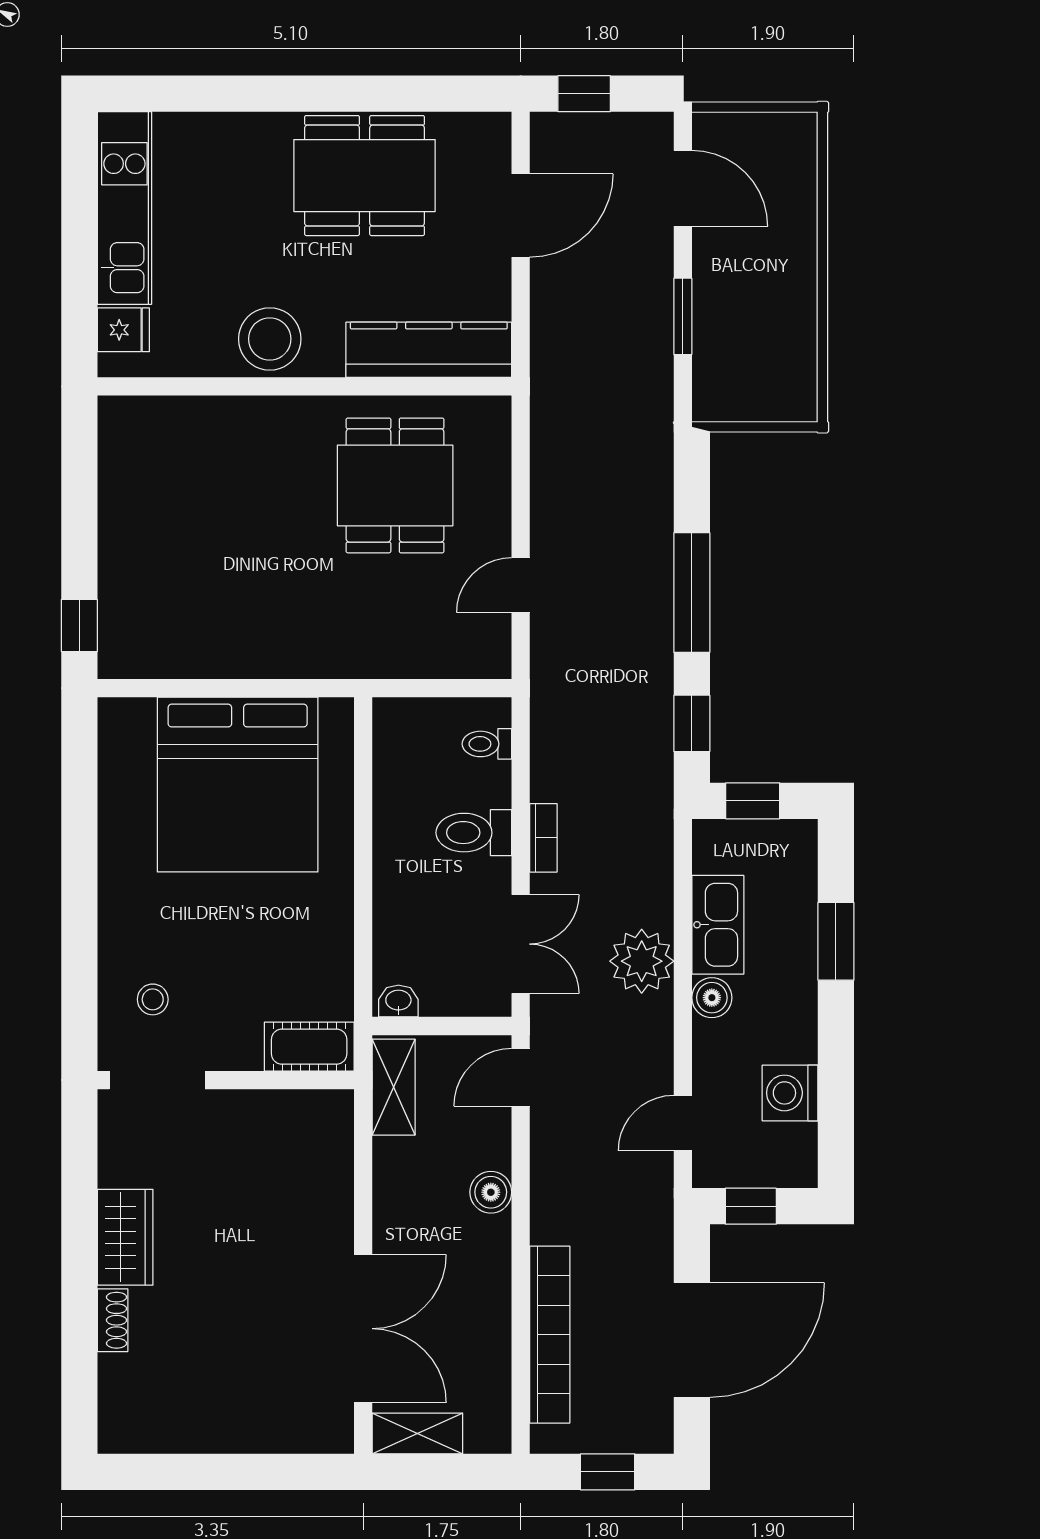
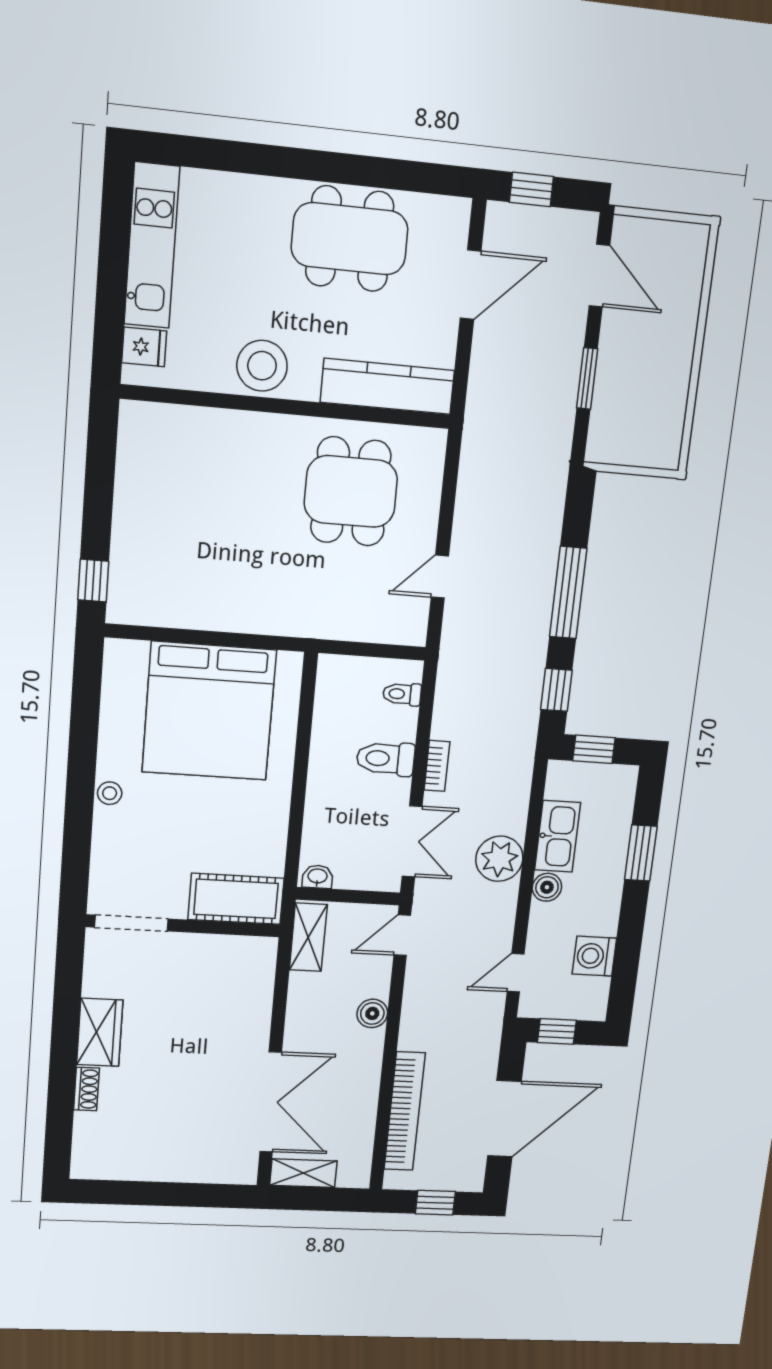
stool: (153, 999) -> (110, 793), moved
cot: (309, 1047) -> (236, 899), width x1.37, depth x1.34

